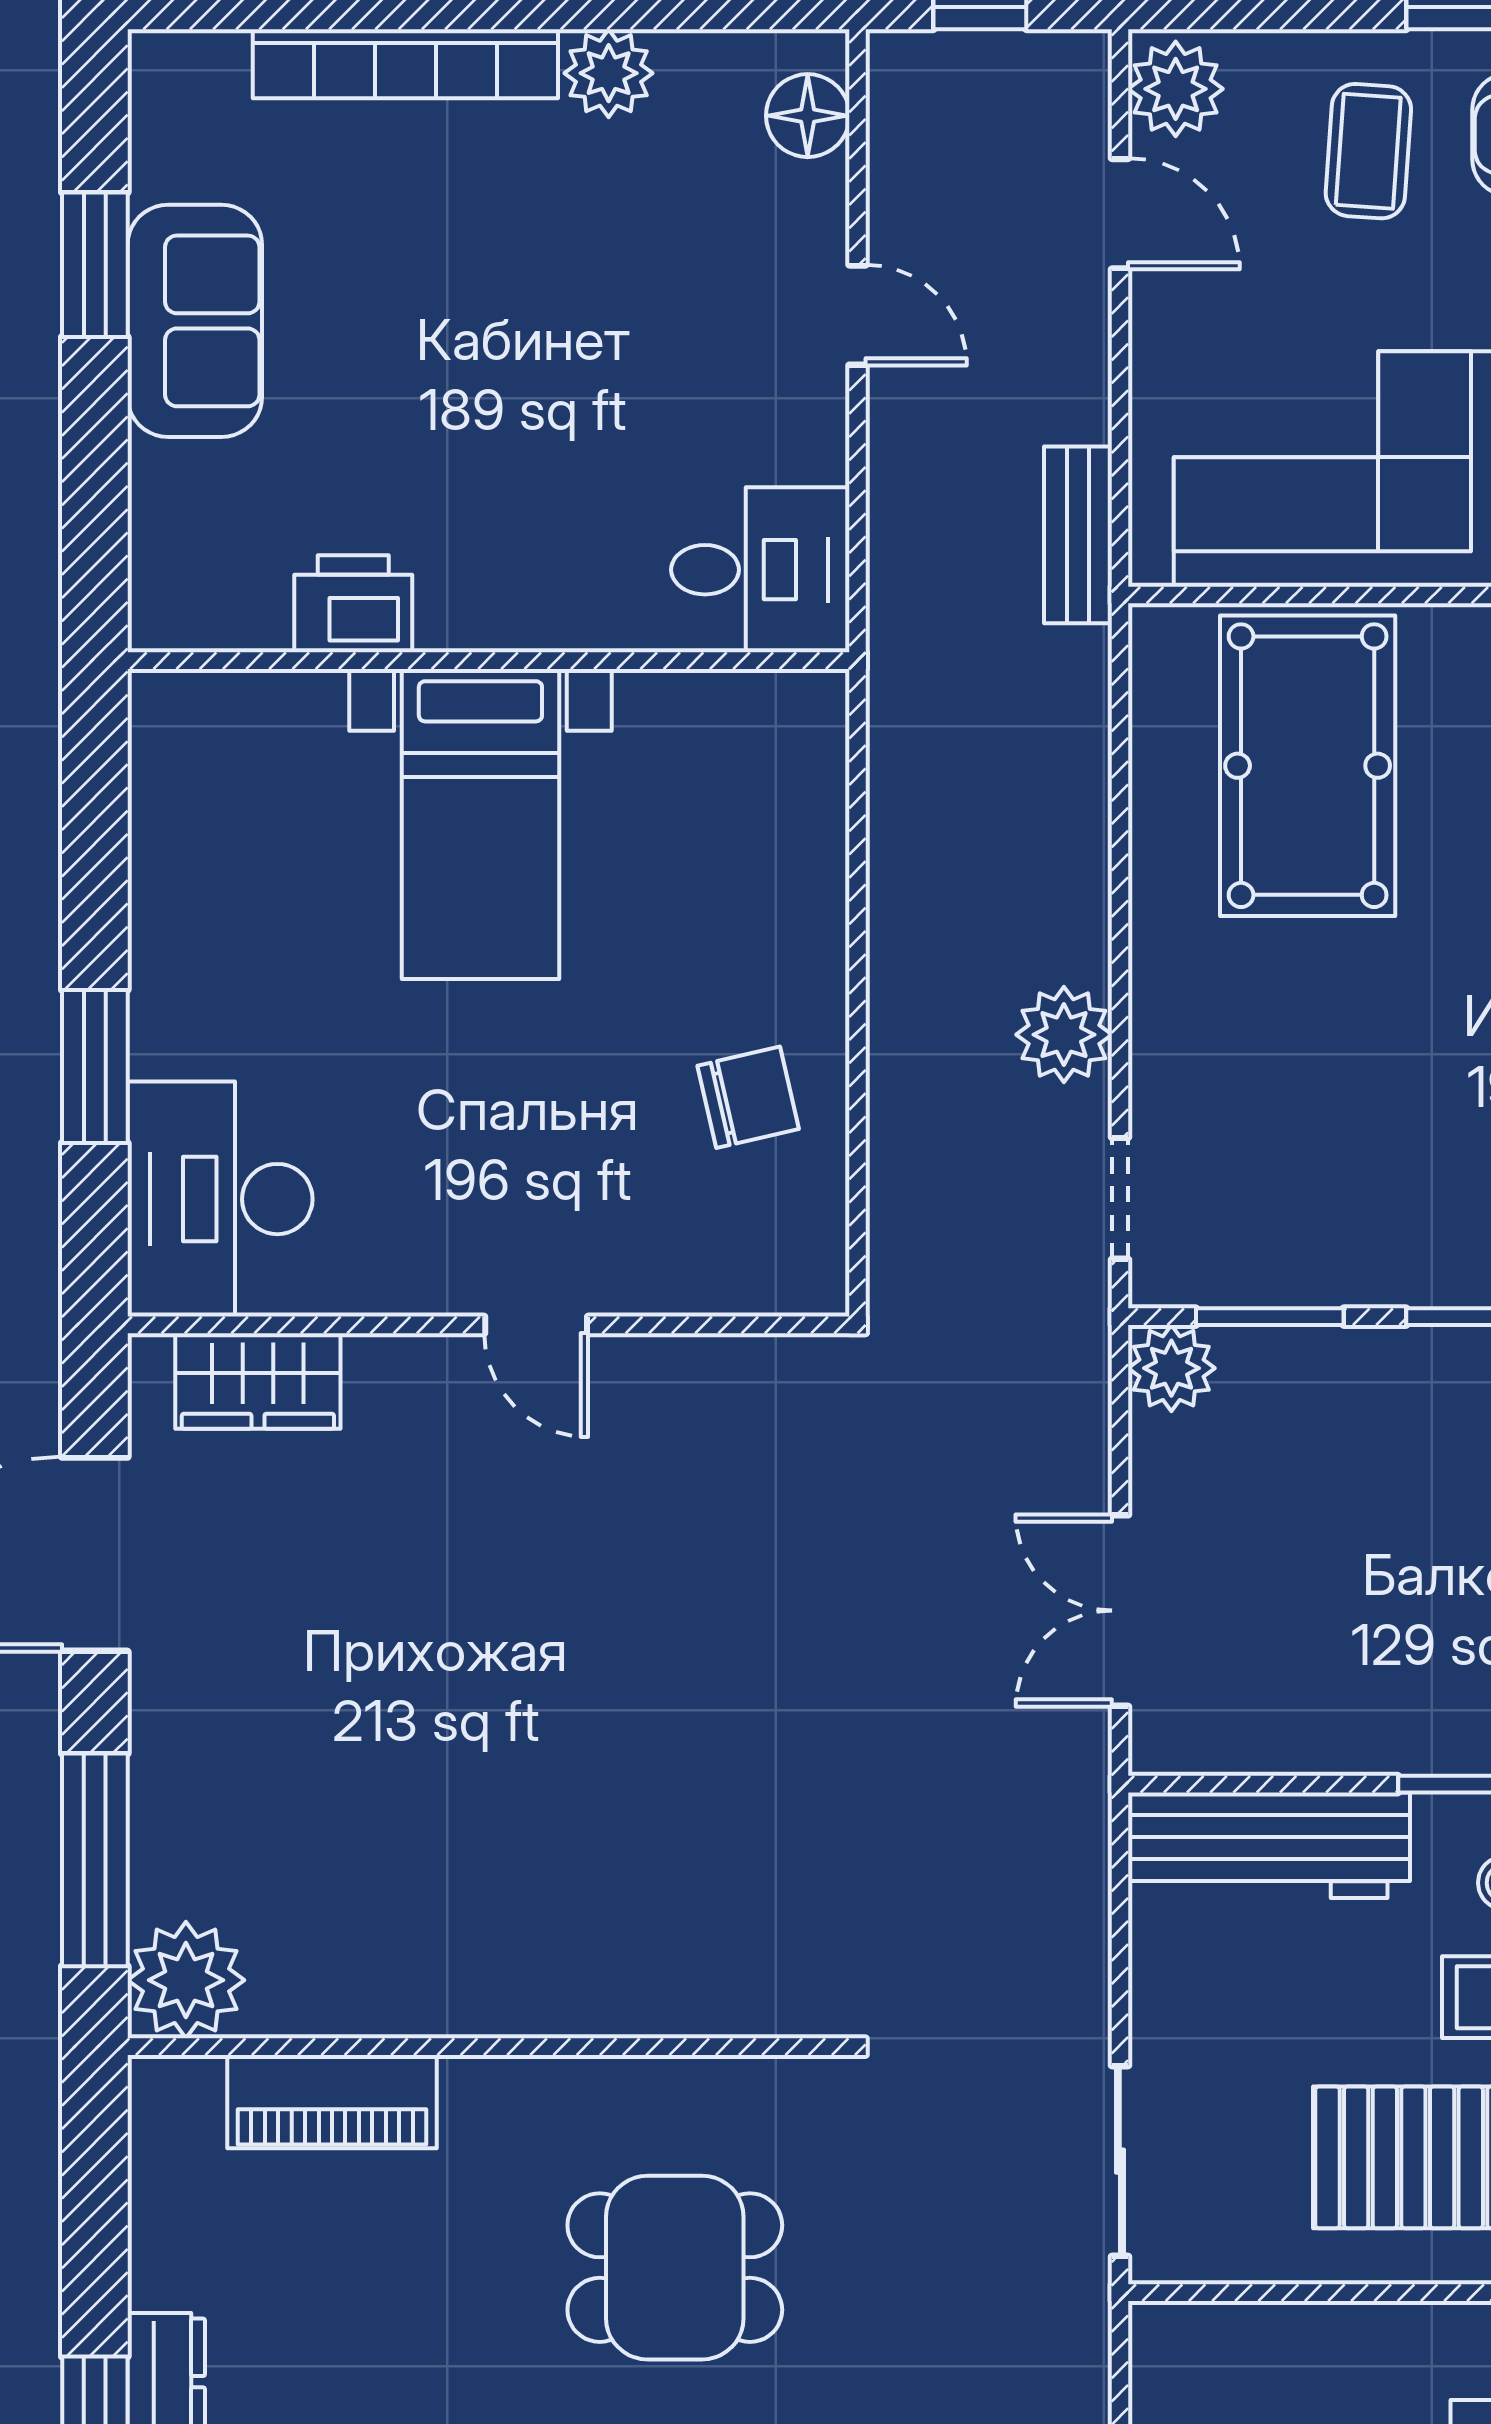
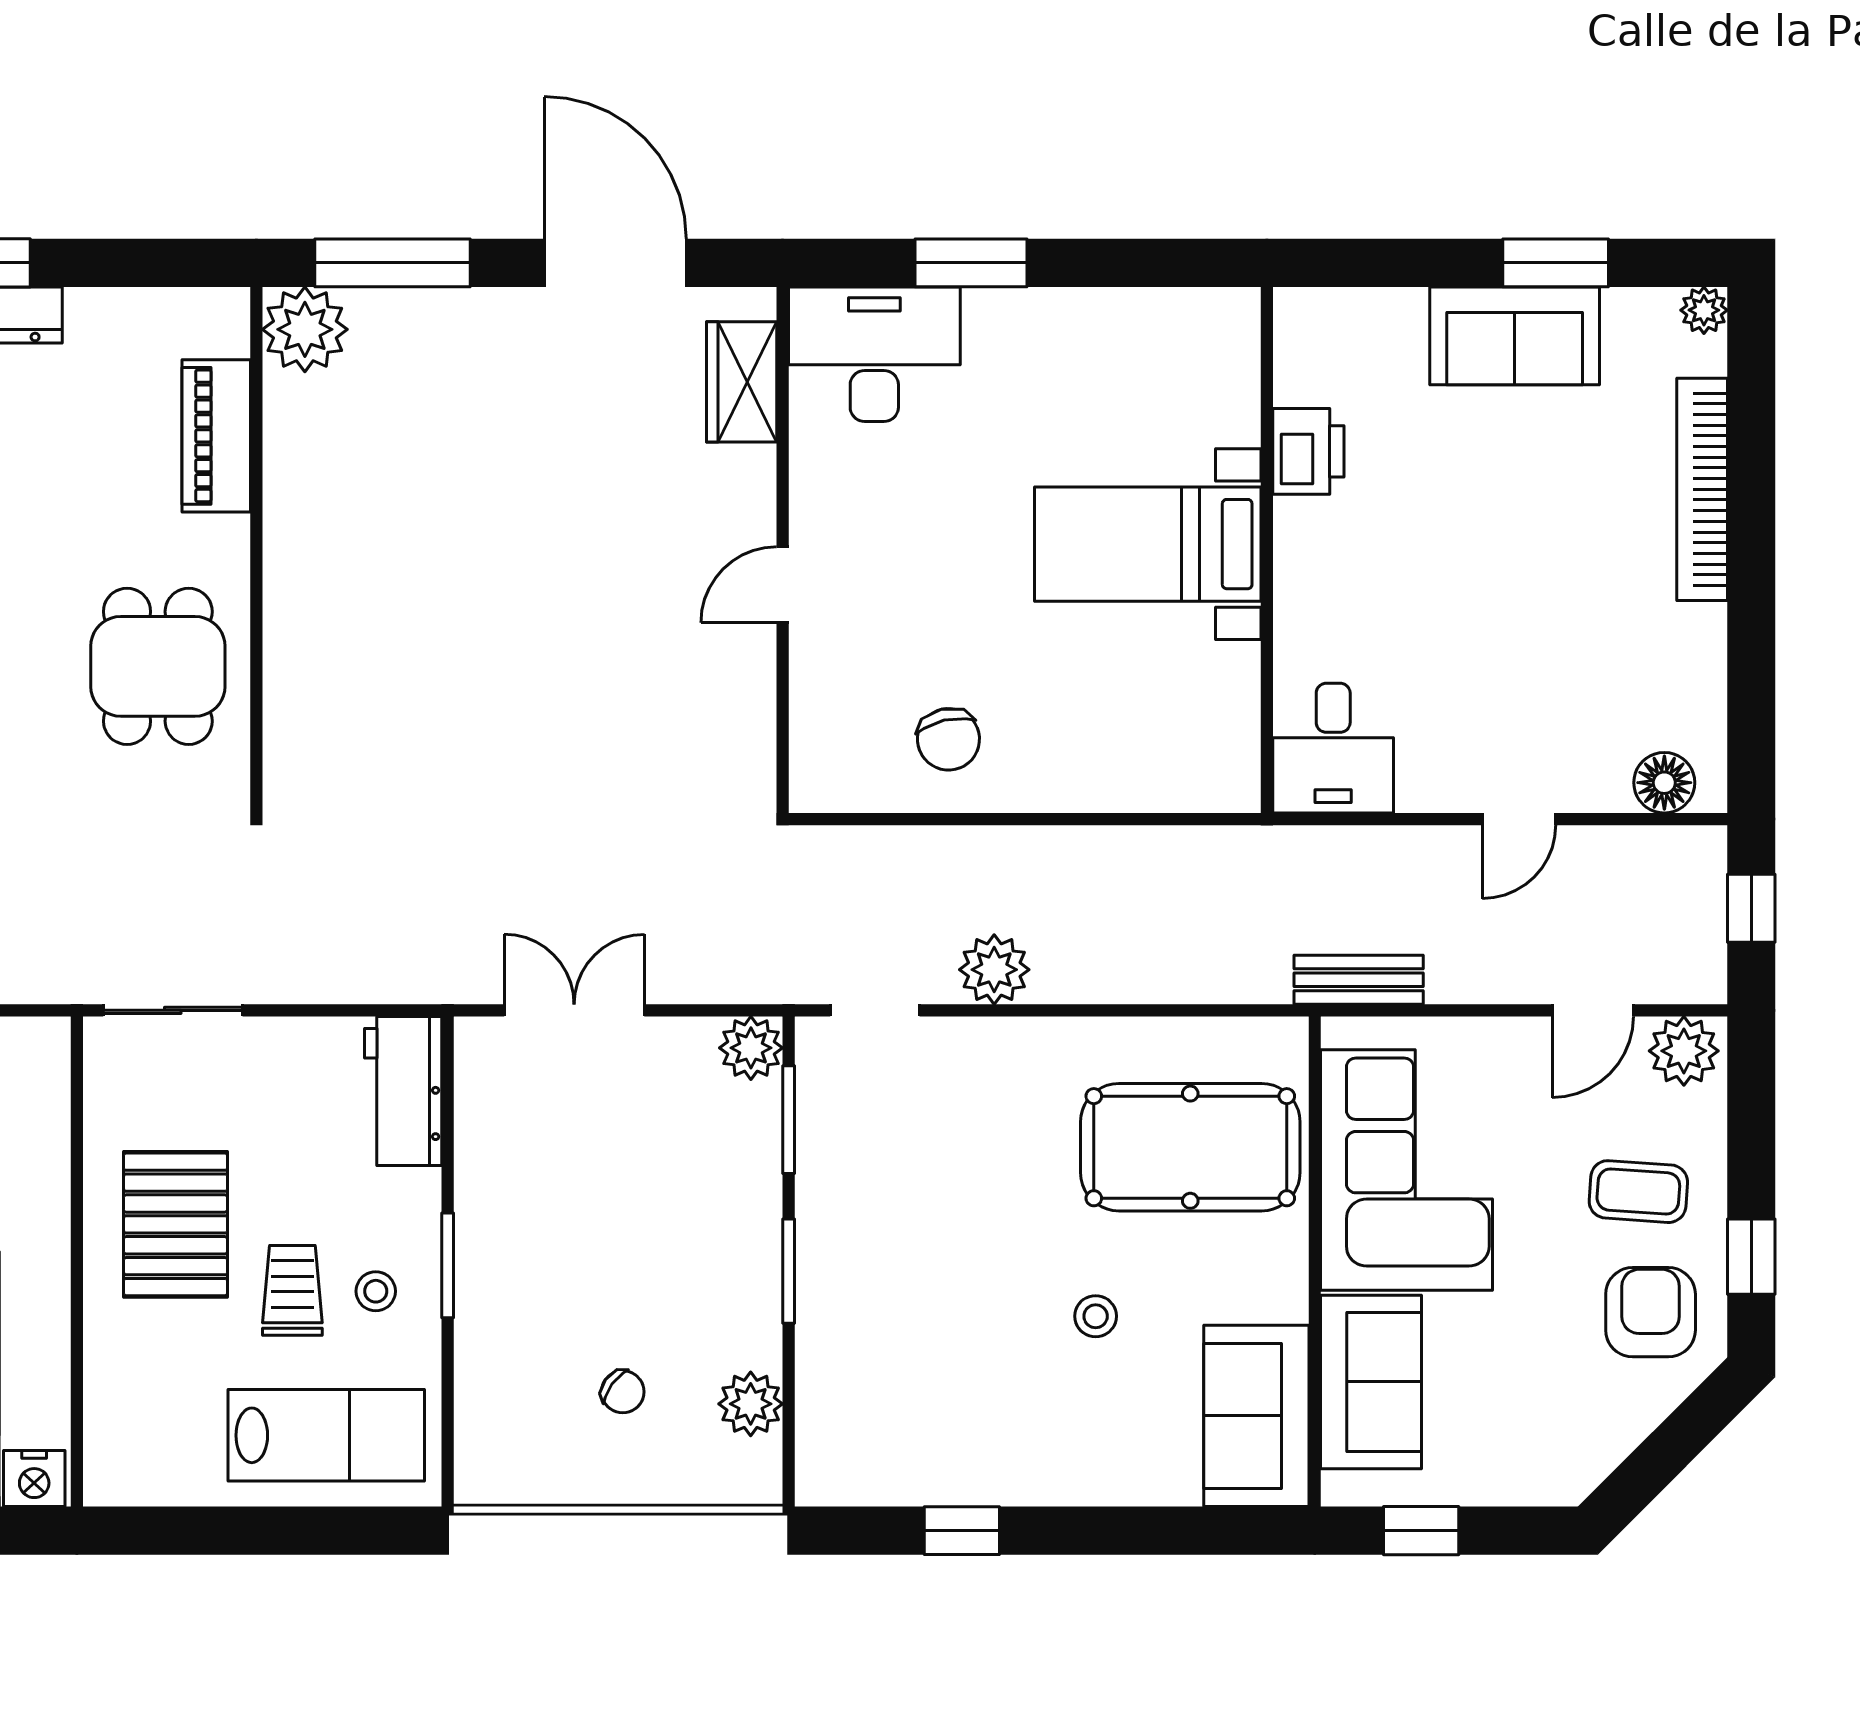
plant: (609, 73) -> (1704, 310), moved, width x0.73, depth x0.73
workbench: (1269, 1845) -> (403, 1091), width x0.73
dining table: (675, 2268) -> (158, 666), moved

